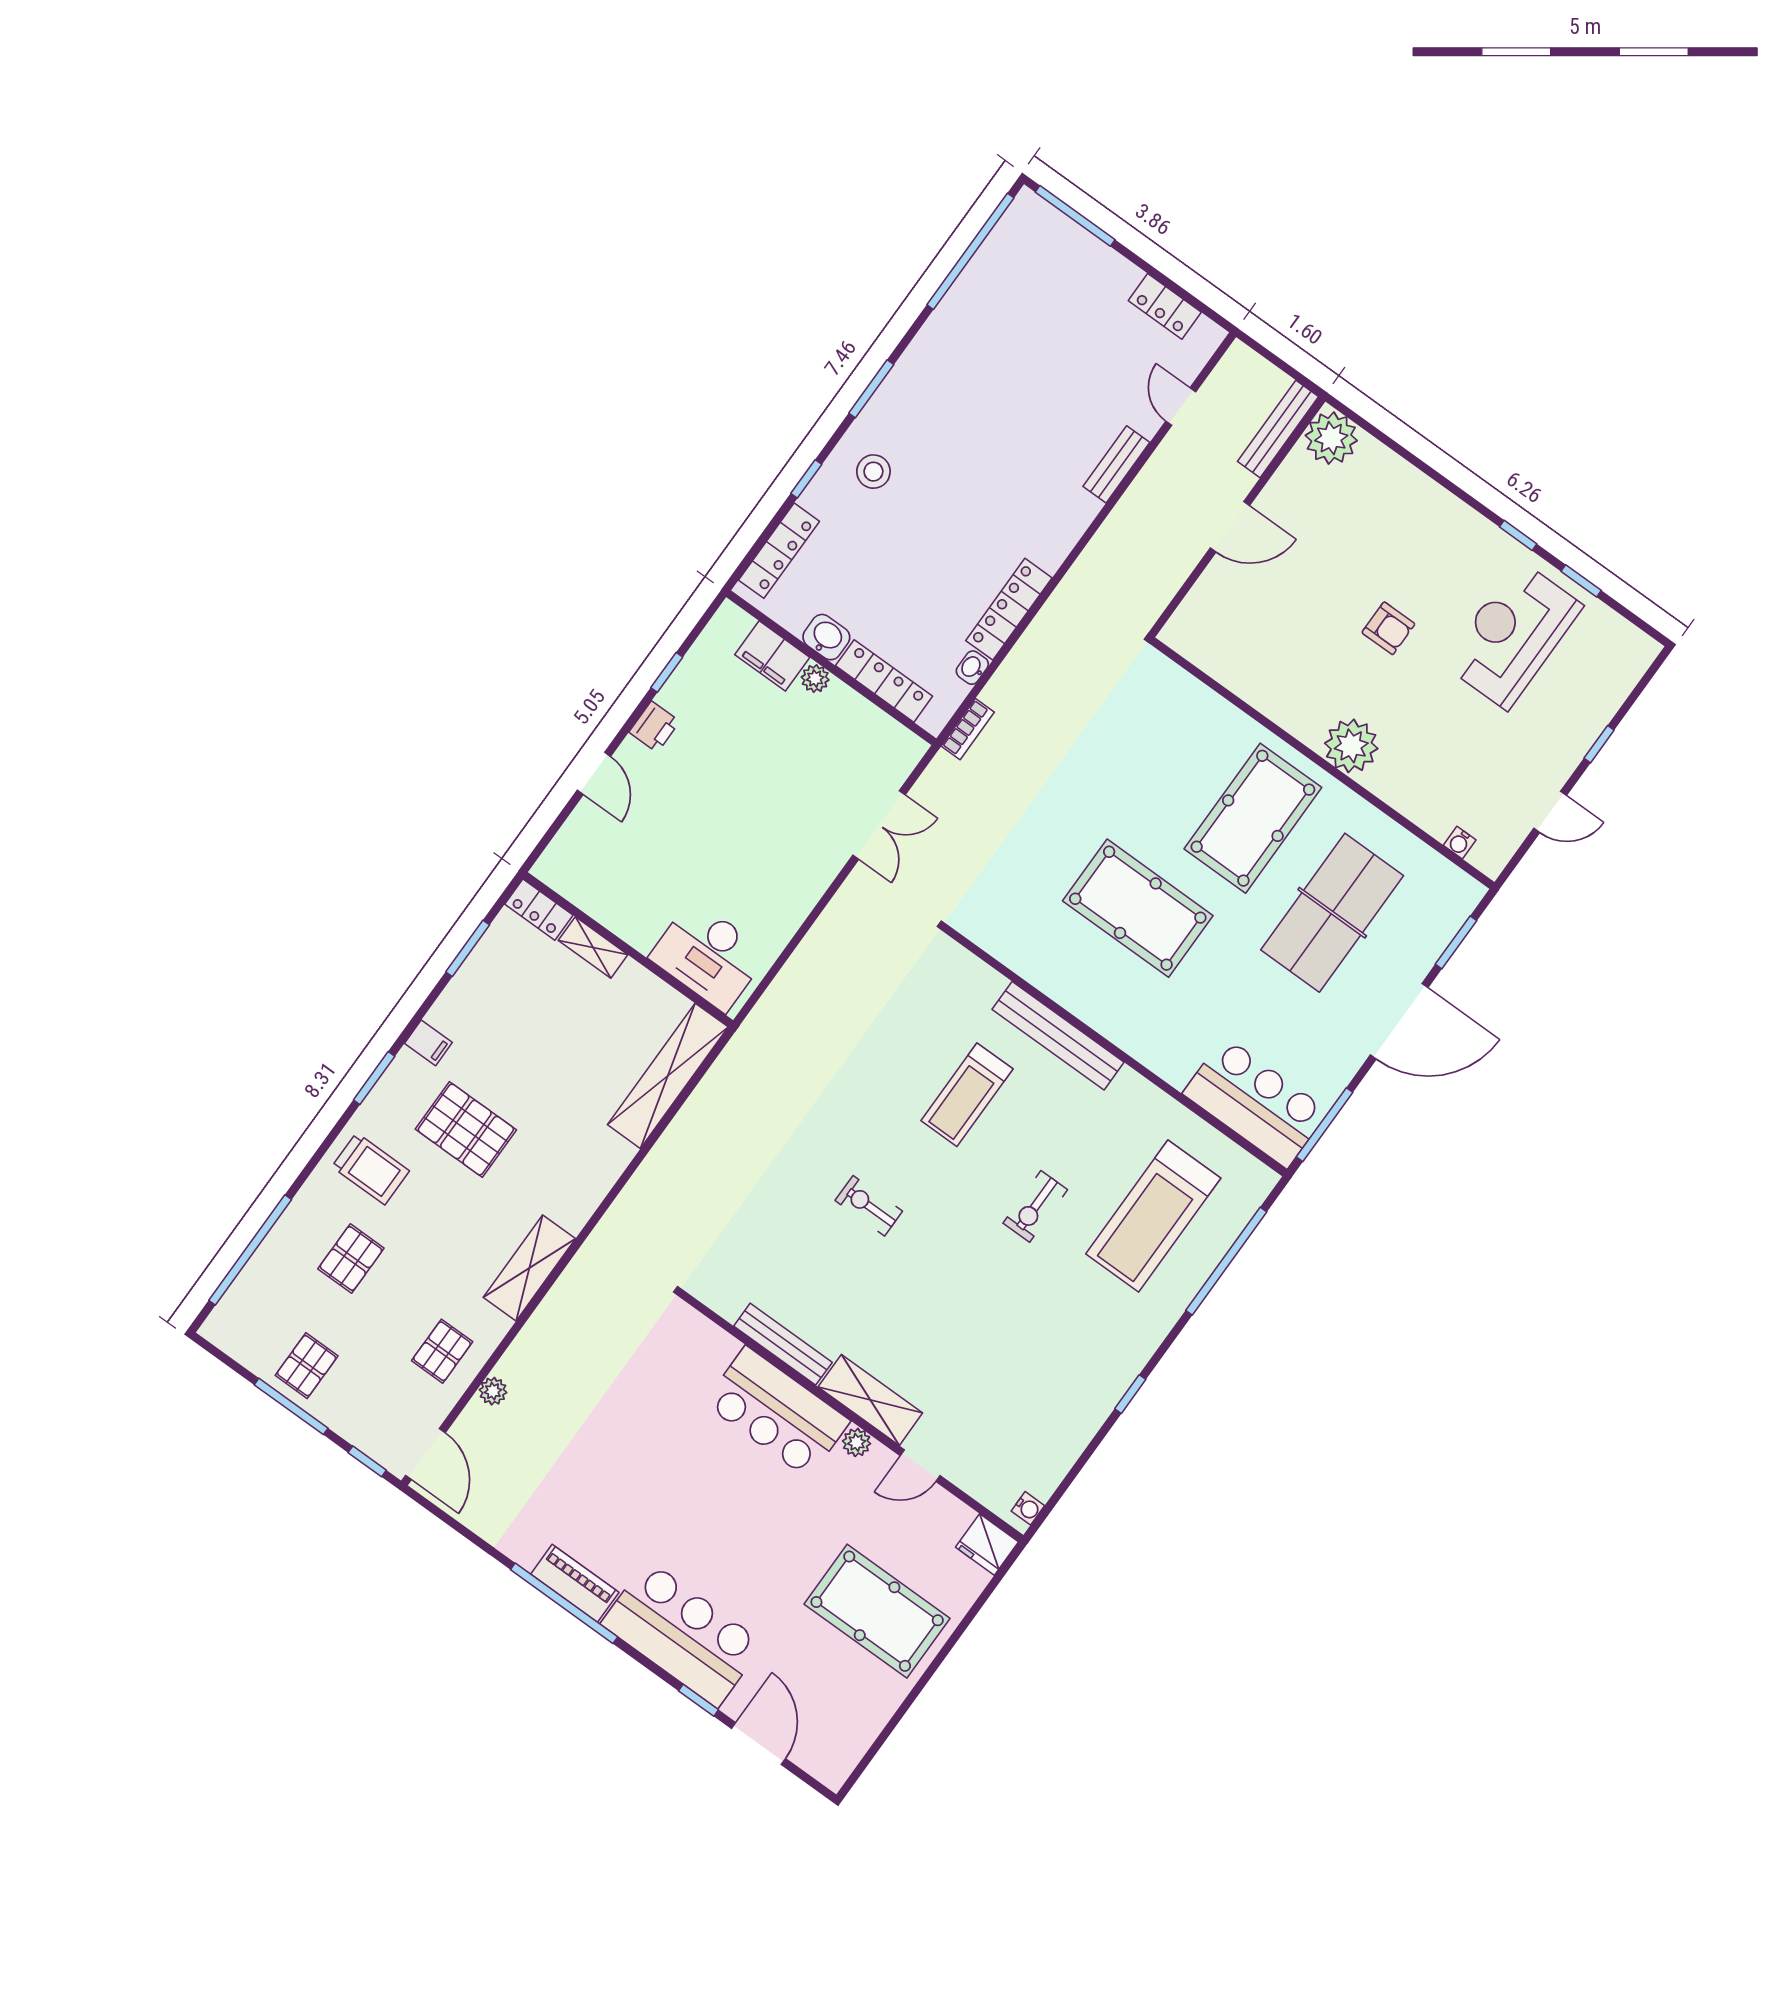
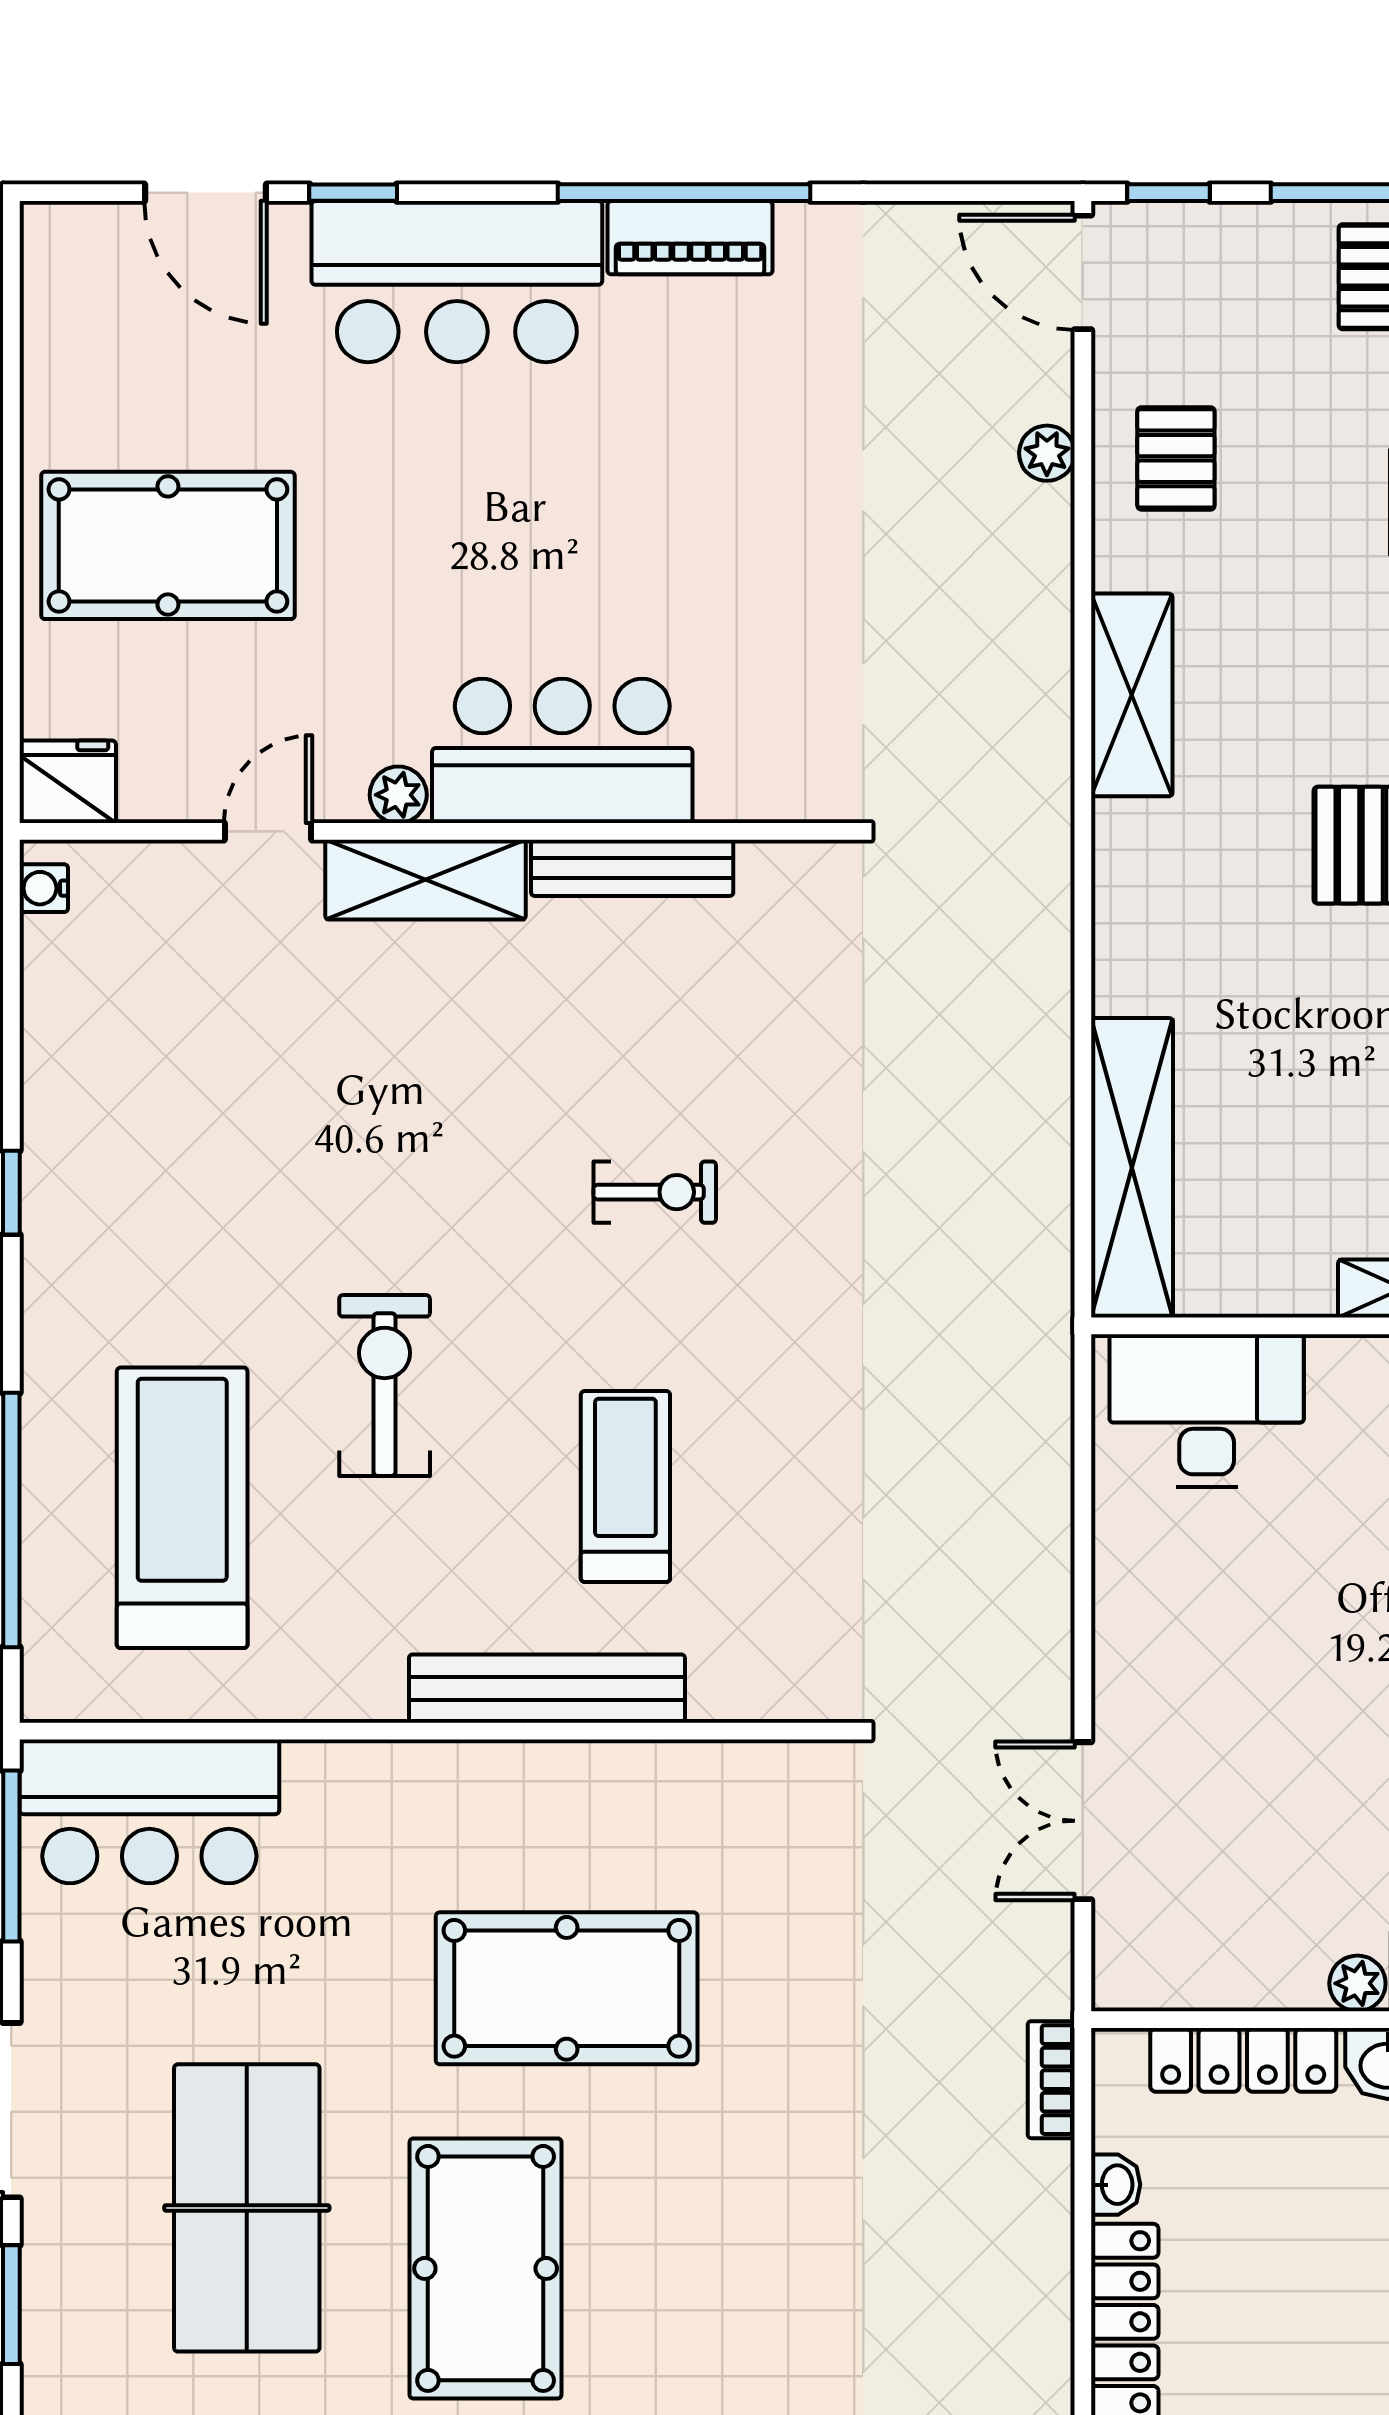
exercise bike: (1035, 1206) -> (385, 1386), width x1.38, depth x1.39

